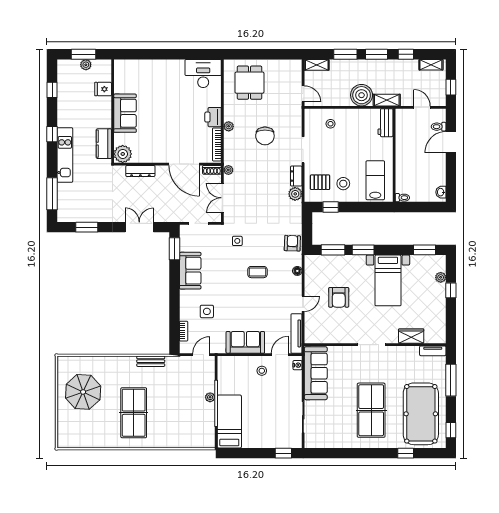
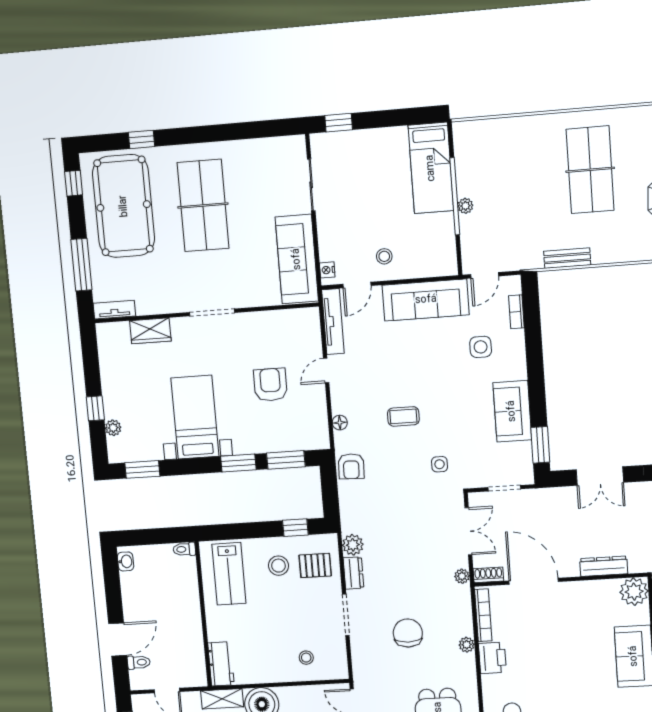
sofa: (245, 342) -> (426, 300), width x1.36

